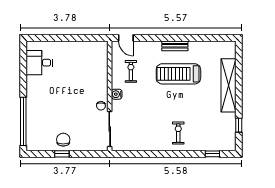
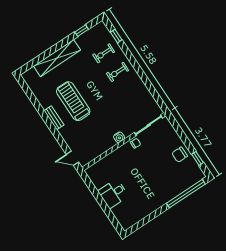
door: (126, 38) -> (72, 158), swing flipped
desk: (39, 63) -> (113, 194), moved, turned 90
exercise bike: (131, 71) -> (104, 53), moved
treadmill: (178, 74) -> (73, 101), turned 180
window: (62, 154) -> (198, 158), moved

